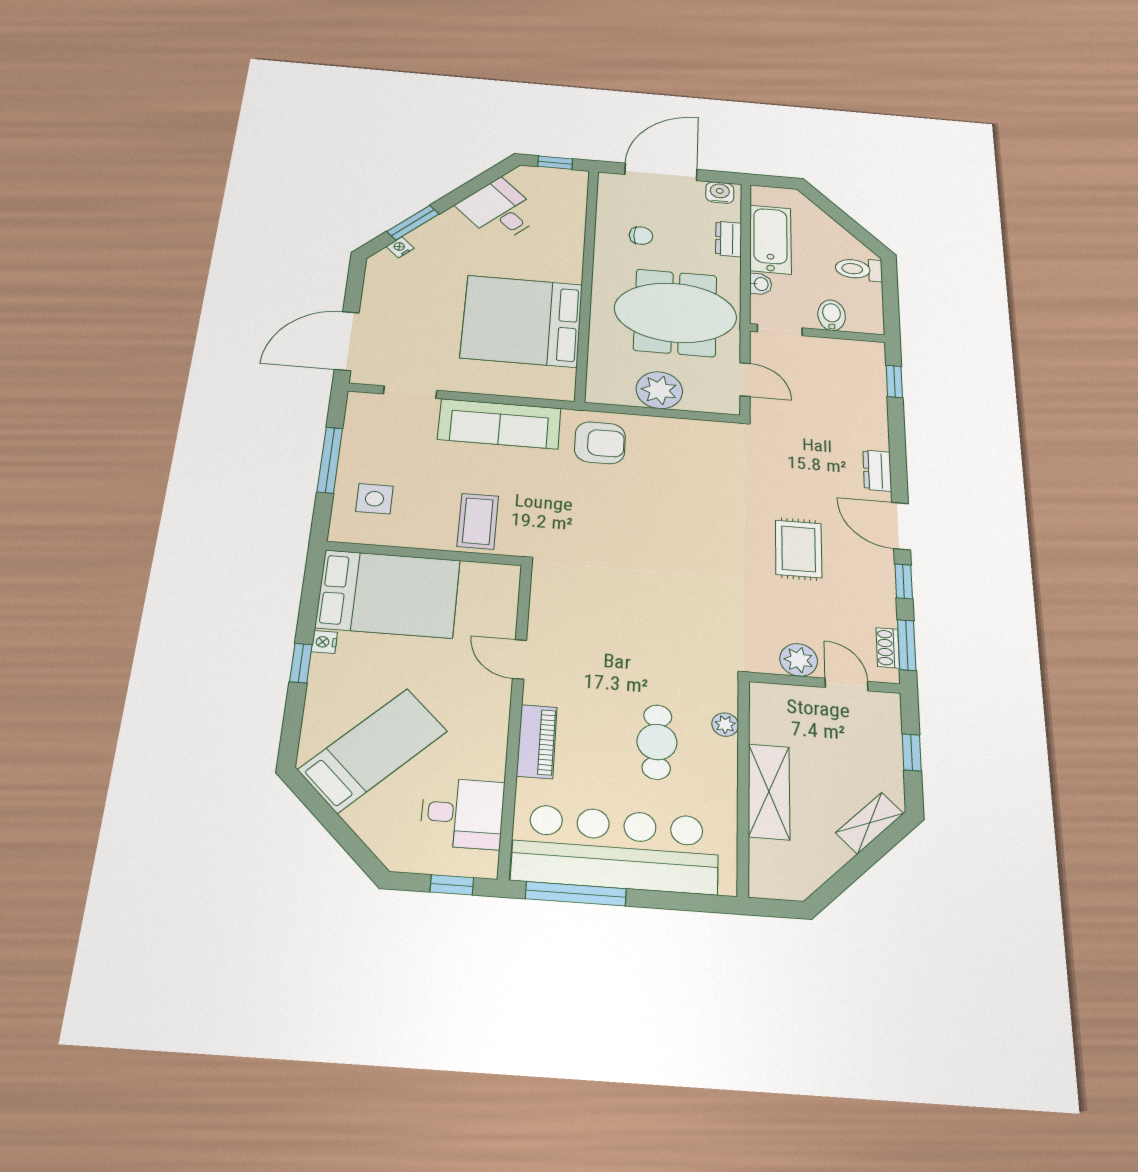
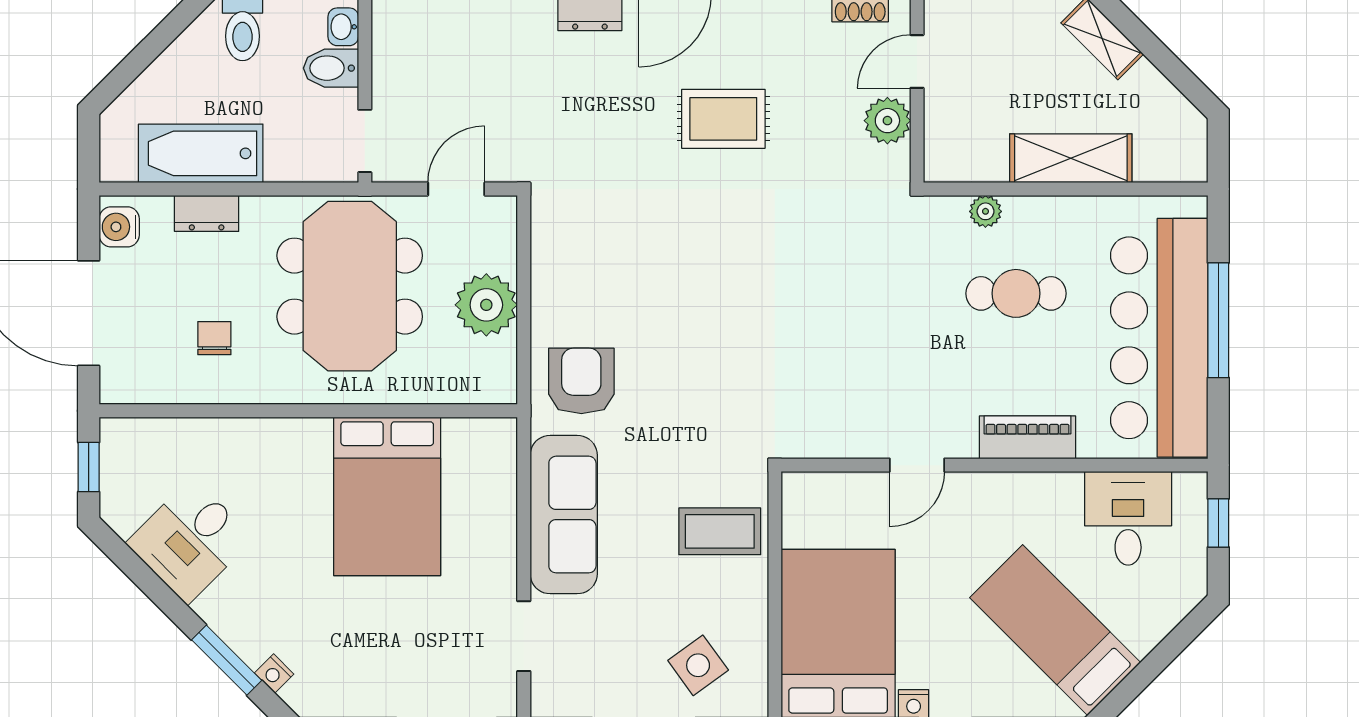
washbasin: (761, 284) -> (343, 27), moved, turned -90
bed: (522, 321) -> (387, 496), width x0.73
side table: (374, 499) -> (698, 665), turned -36
window: (576, 894) -> (1218, 320), moved

